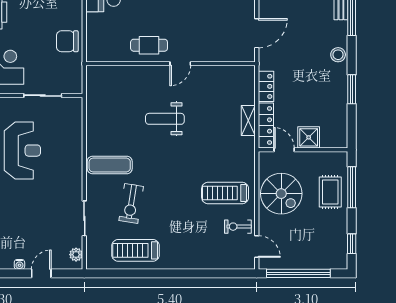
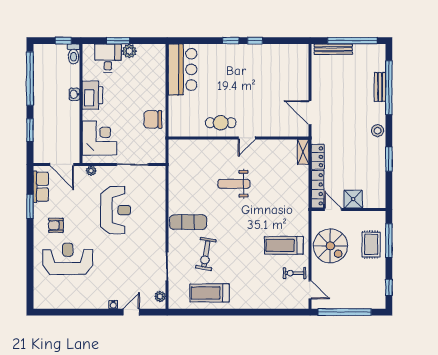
door: (257, 33) -> (310, 113), swing flipped
shelving: (248, 121) -> (303, 152), moved

